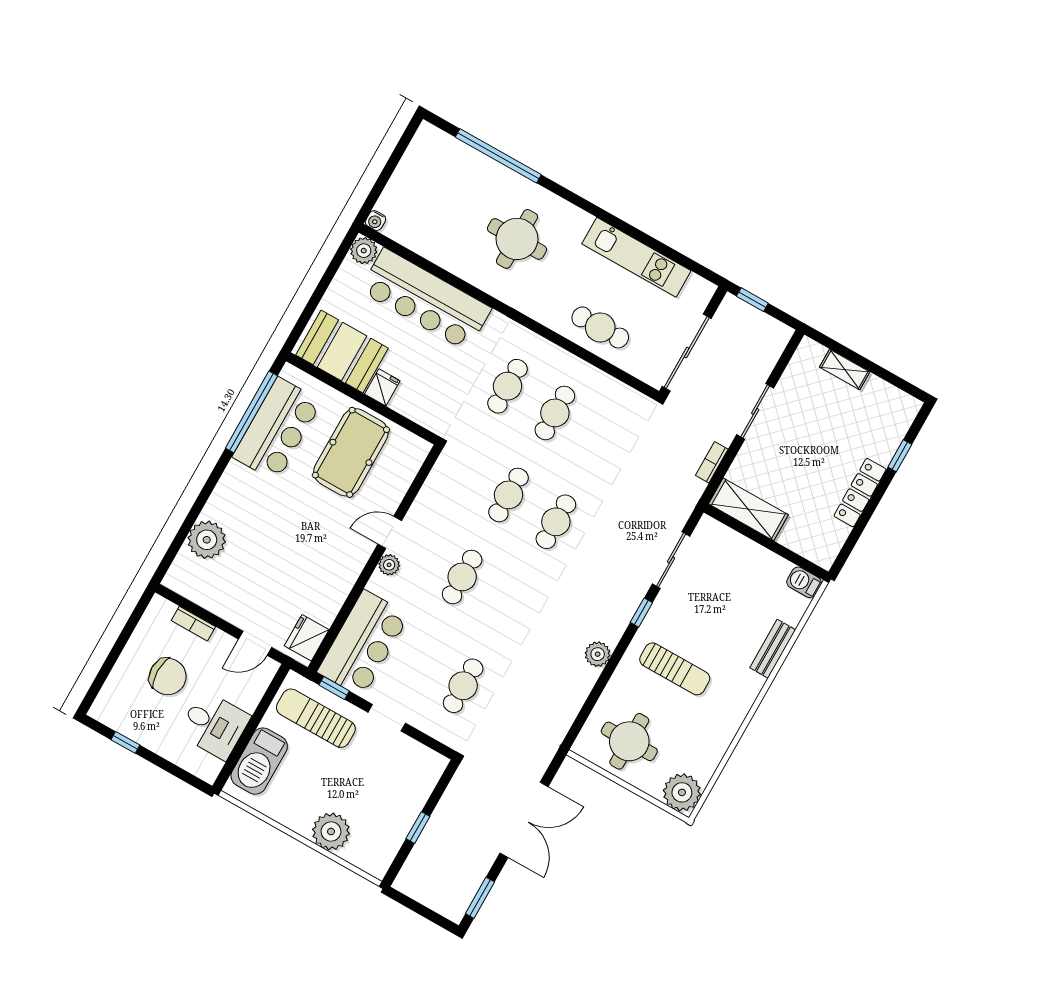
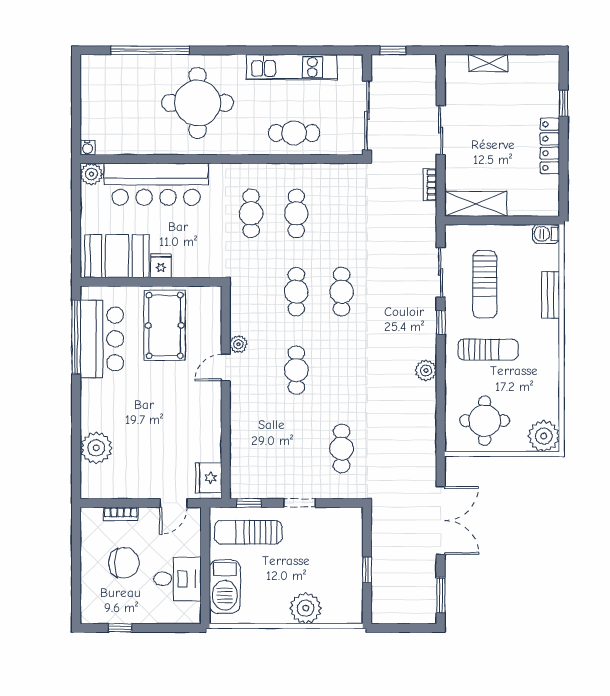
round table: (517, 239) -> (198, 103), width x1.36, depth x1.36
plant: (389, 565) -> (238, 344), moved
sun lounger: (710, 599) -> (485, 284), added
bar counter: (363, 644) -> (252, 459), removed

